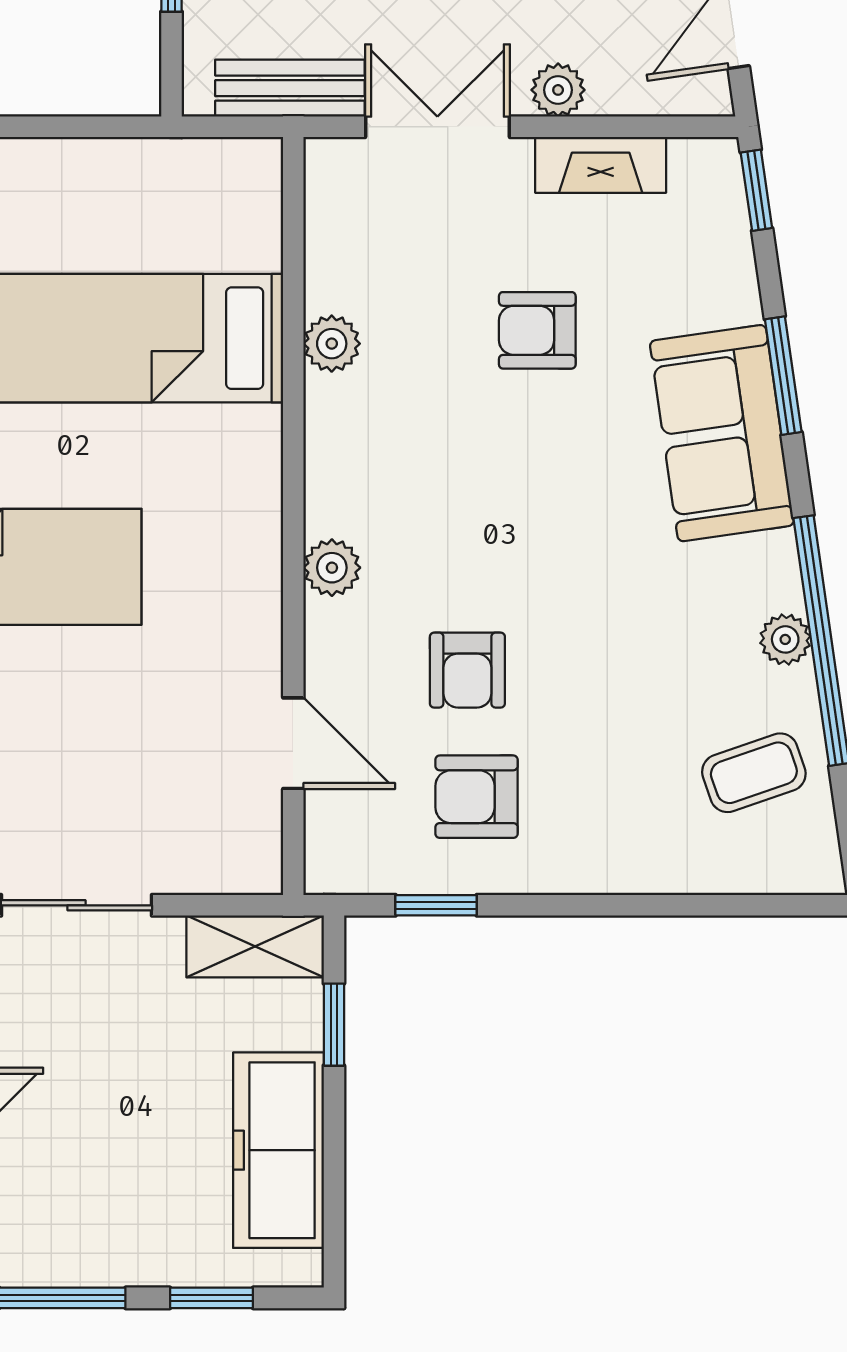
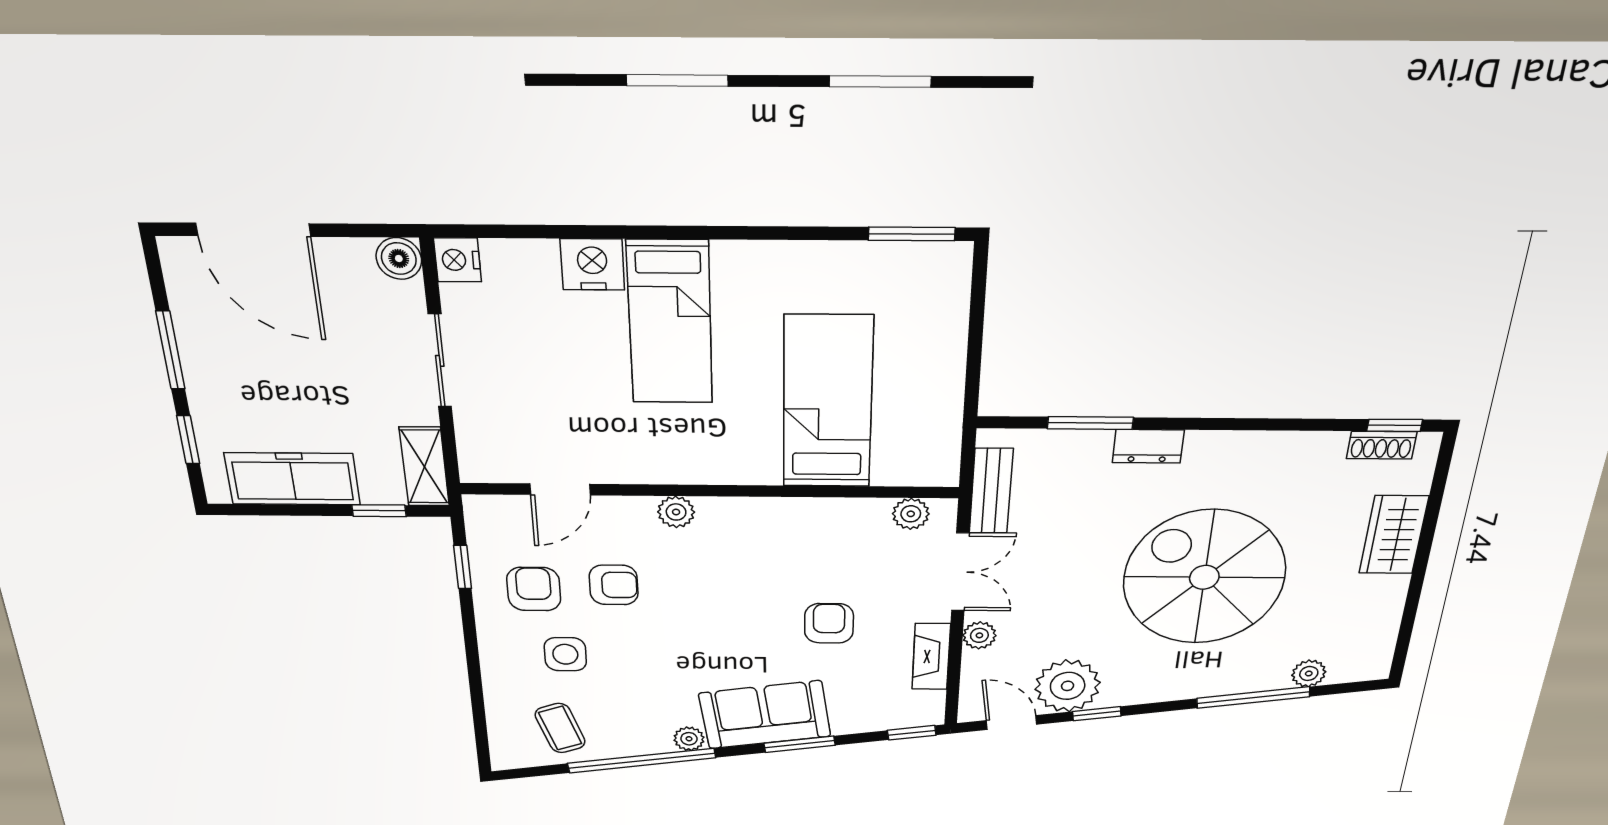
plant: (332, 344) -> (911, 514), moved
plant: (785, 639) -> (689, 739), moved
armchair: (467, 670) -> (614, 585), turned 180
side table: (603, 755) -> (565, 654), added

